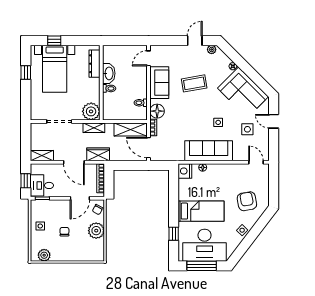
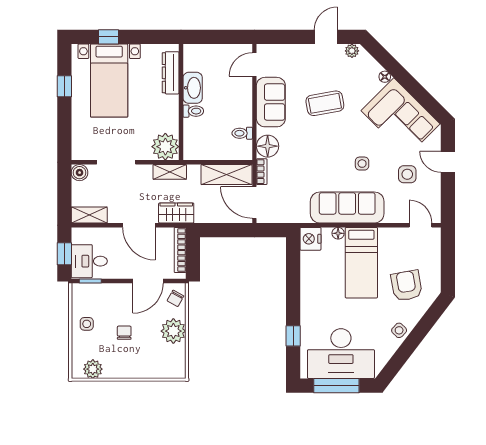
boiler: (36, 128) -> (80, 173), added
bed: (201, 211) -> (361, 263), moved, turned 90

